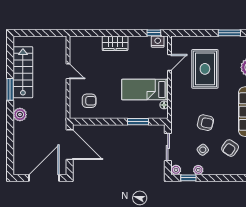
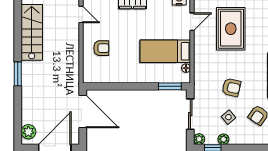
door: (68, 71) -> (81, 15), moved
window: (10, 89) -> (18, 74), moved
armchair: (89, 101) -> (101, 48), moved
plant: (20, 115) -> (28, 132), moved
window: (138, 122) -> (170, 86), moved

